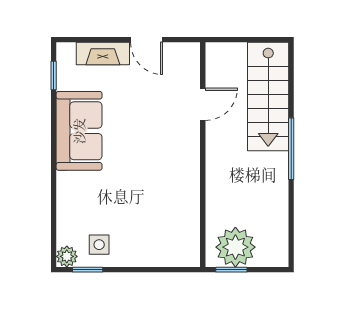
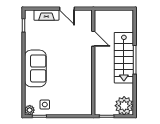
stairs: (268, 96) -> (124, 58), moved
door: (203, 104) -> (93, 39), hinge flipped
sofa: (79, 131) -> (35, 68), moved
plant: (235, 247) -> (124, 106), moved

